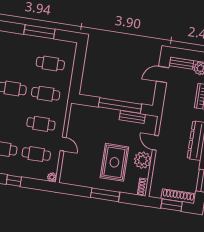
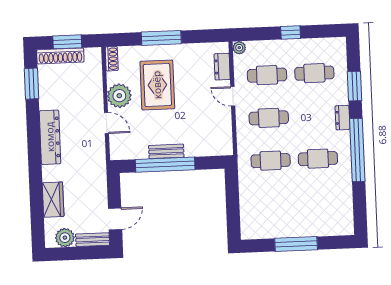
cafe table: (50, 64) -> (272, 203), removed
bench: (132, 117) -> (166, 151), moved
dresser: (67, 166) -> (222, 67), added

